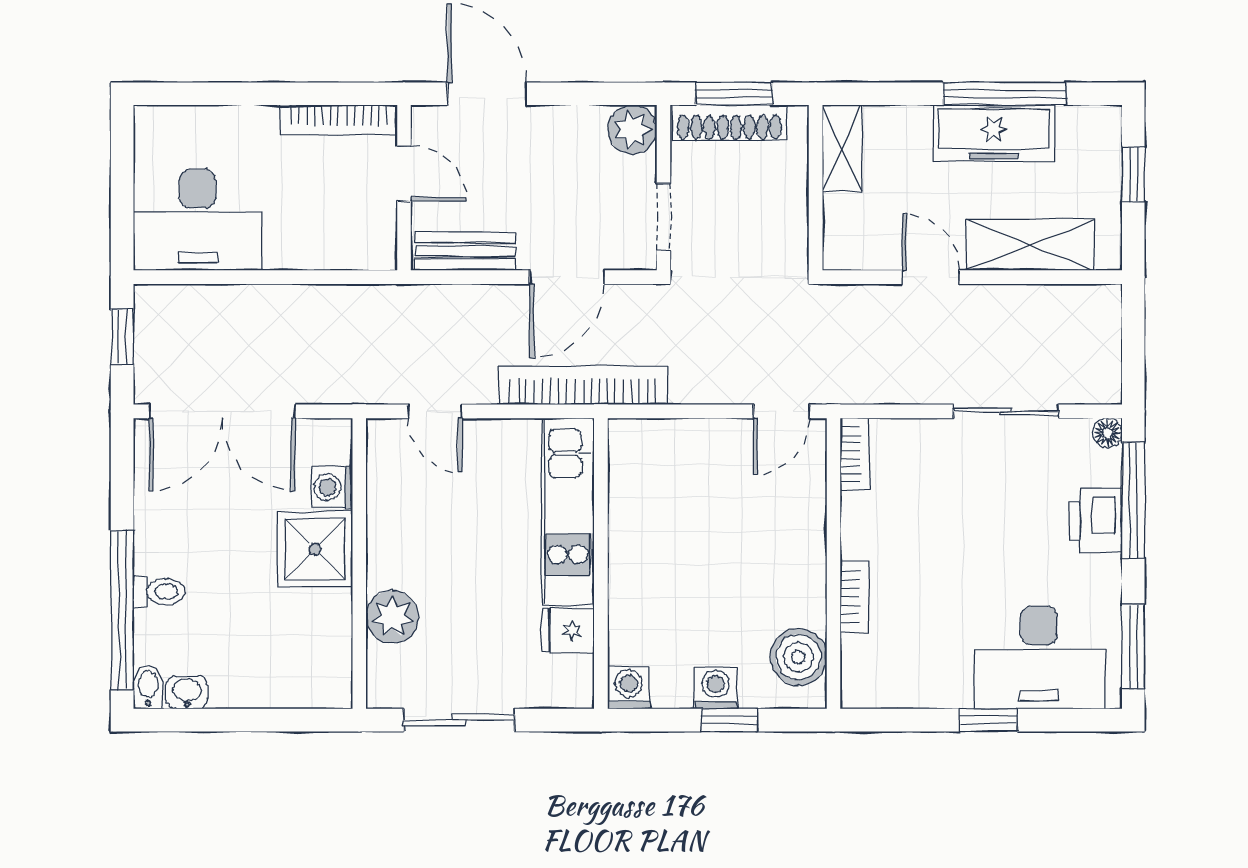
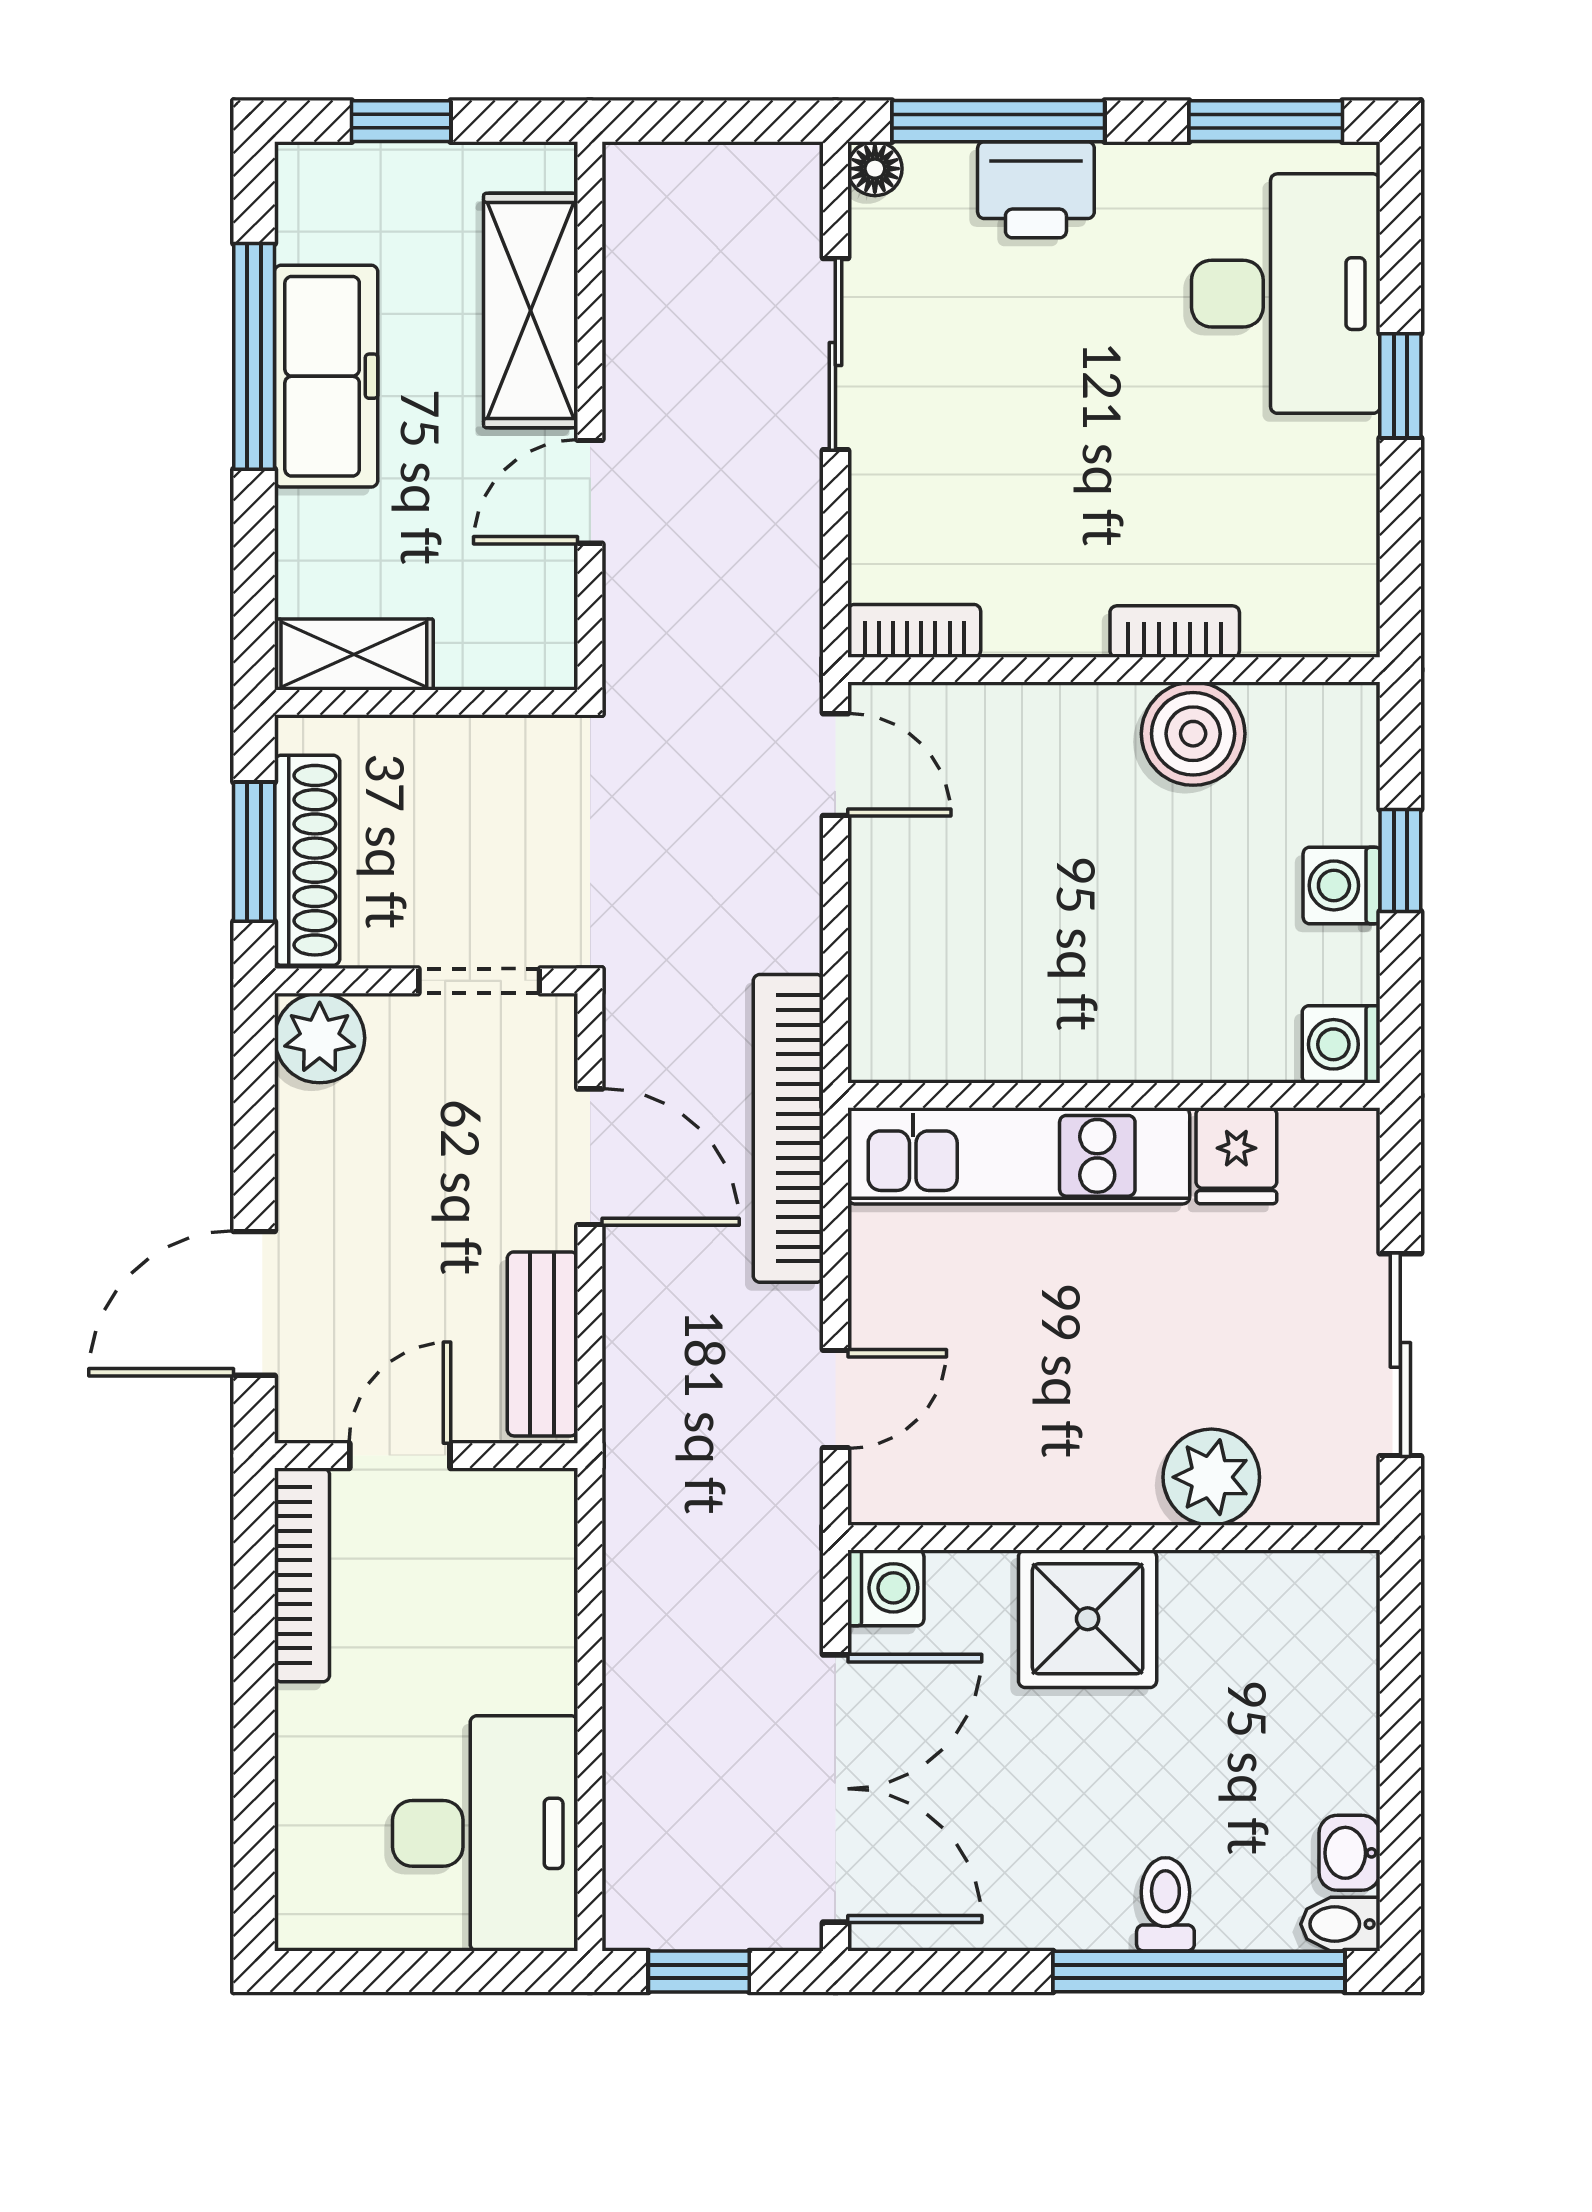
washing machine: (332, 487) -> (886, 1588), moved, turned -90
boiler: (799, 657) -> (1193, 734), moved

